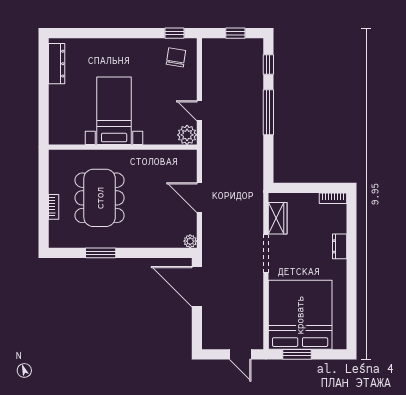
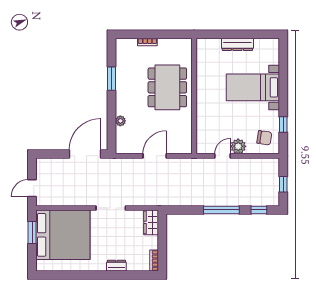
window: (174, 33) -> (283, 125), moved
dresser: (57, 64) -> (237, 44), moved
bed with nightstands: (114, 111) -> (253, 87), moved, turned 180
plant: (187, 135) -> (238, 146), moved
dining table: (100, 198) -> (167, 87), moved, turned 90
wardrobe: (278, 218) -> (151, 222), moved, turned 90
plant: (190, 241) -> (120, 121), moved

